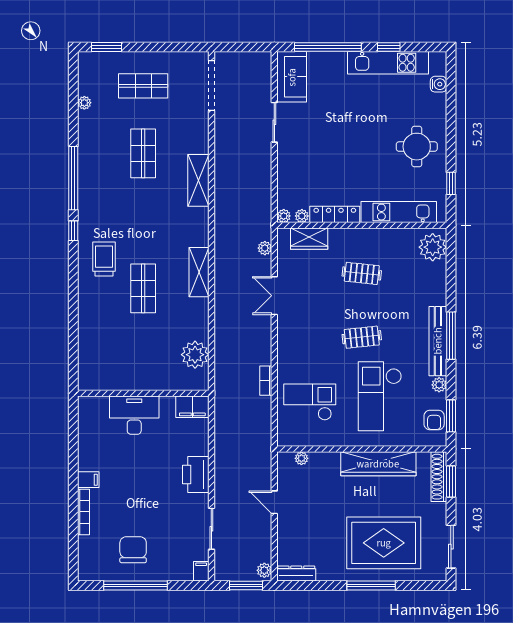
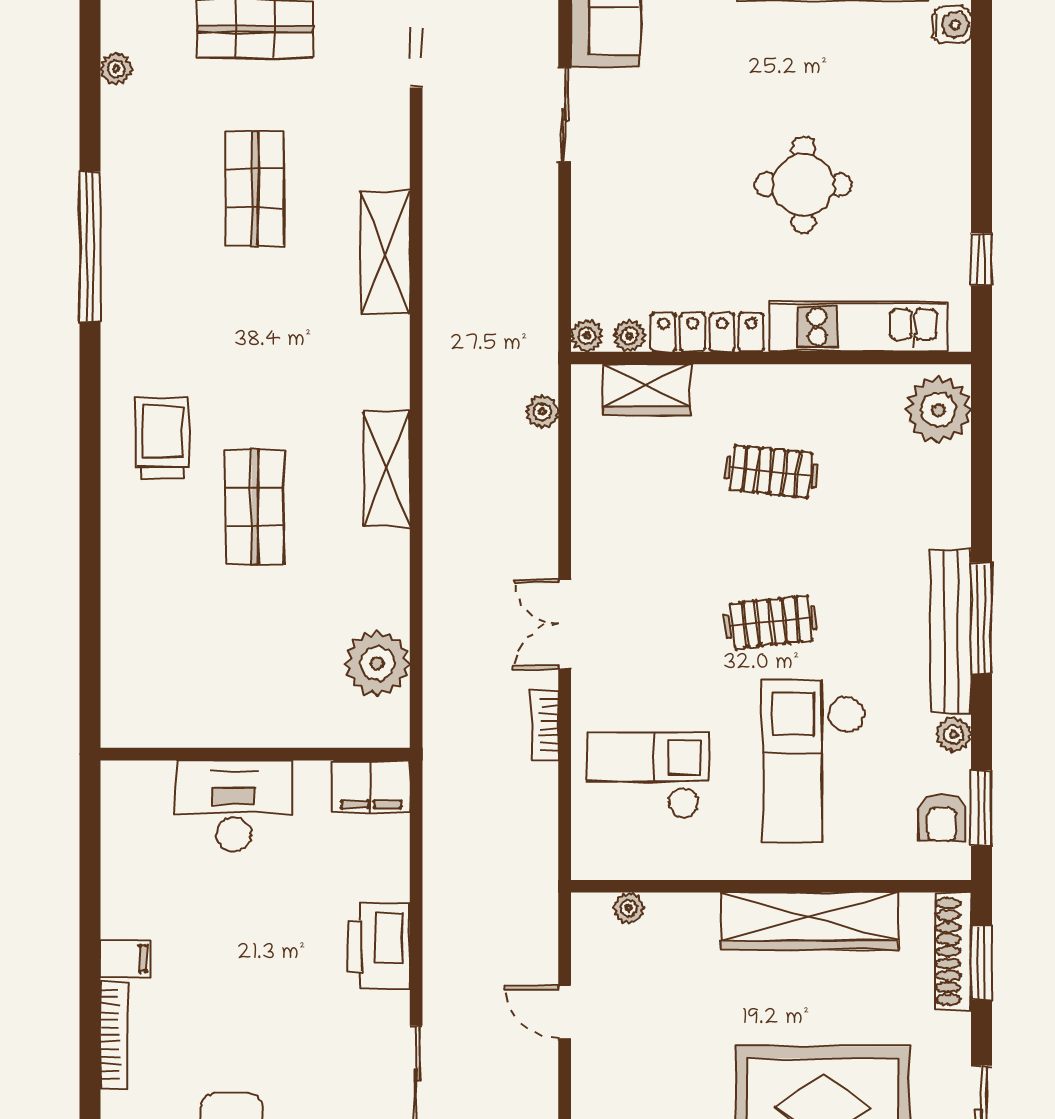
round table: (417, 147) -> (803, 185), moved
window: (73, 231) -> (90, 371), removed
double door: (274, 296) -> (565, 624), moved

